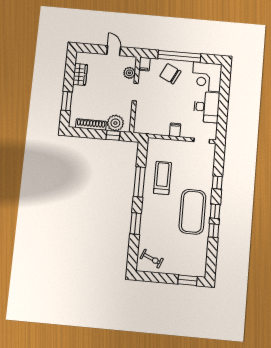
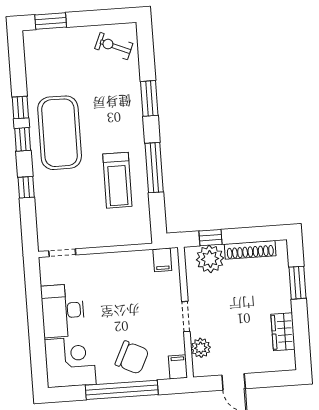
filing cabinet: (175, 130) -> (162, 260), moved

